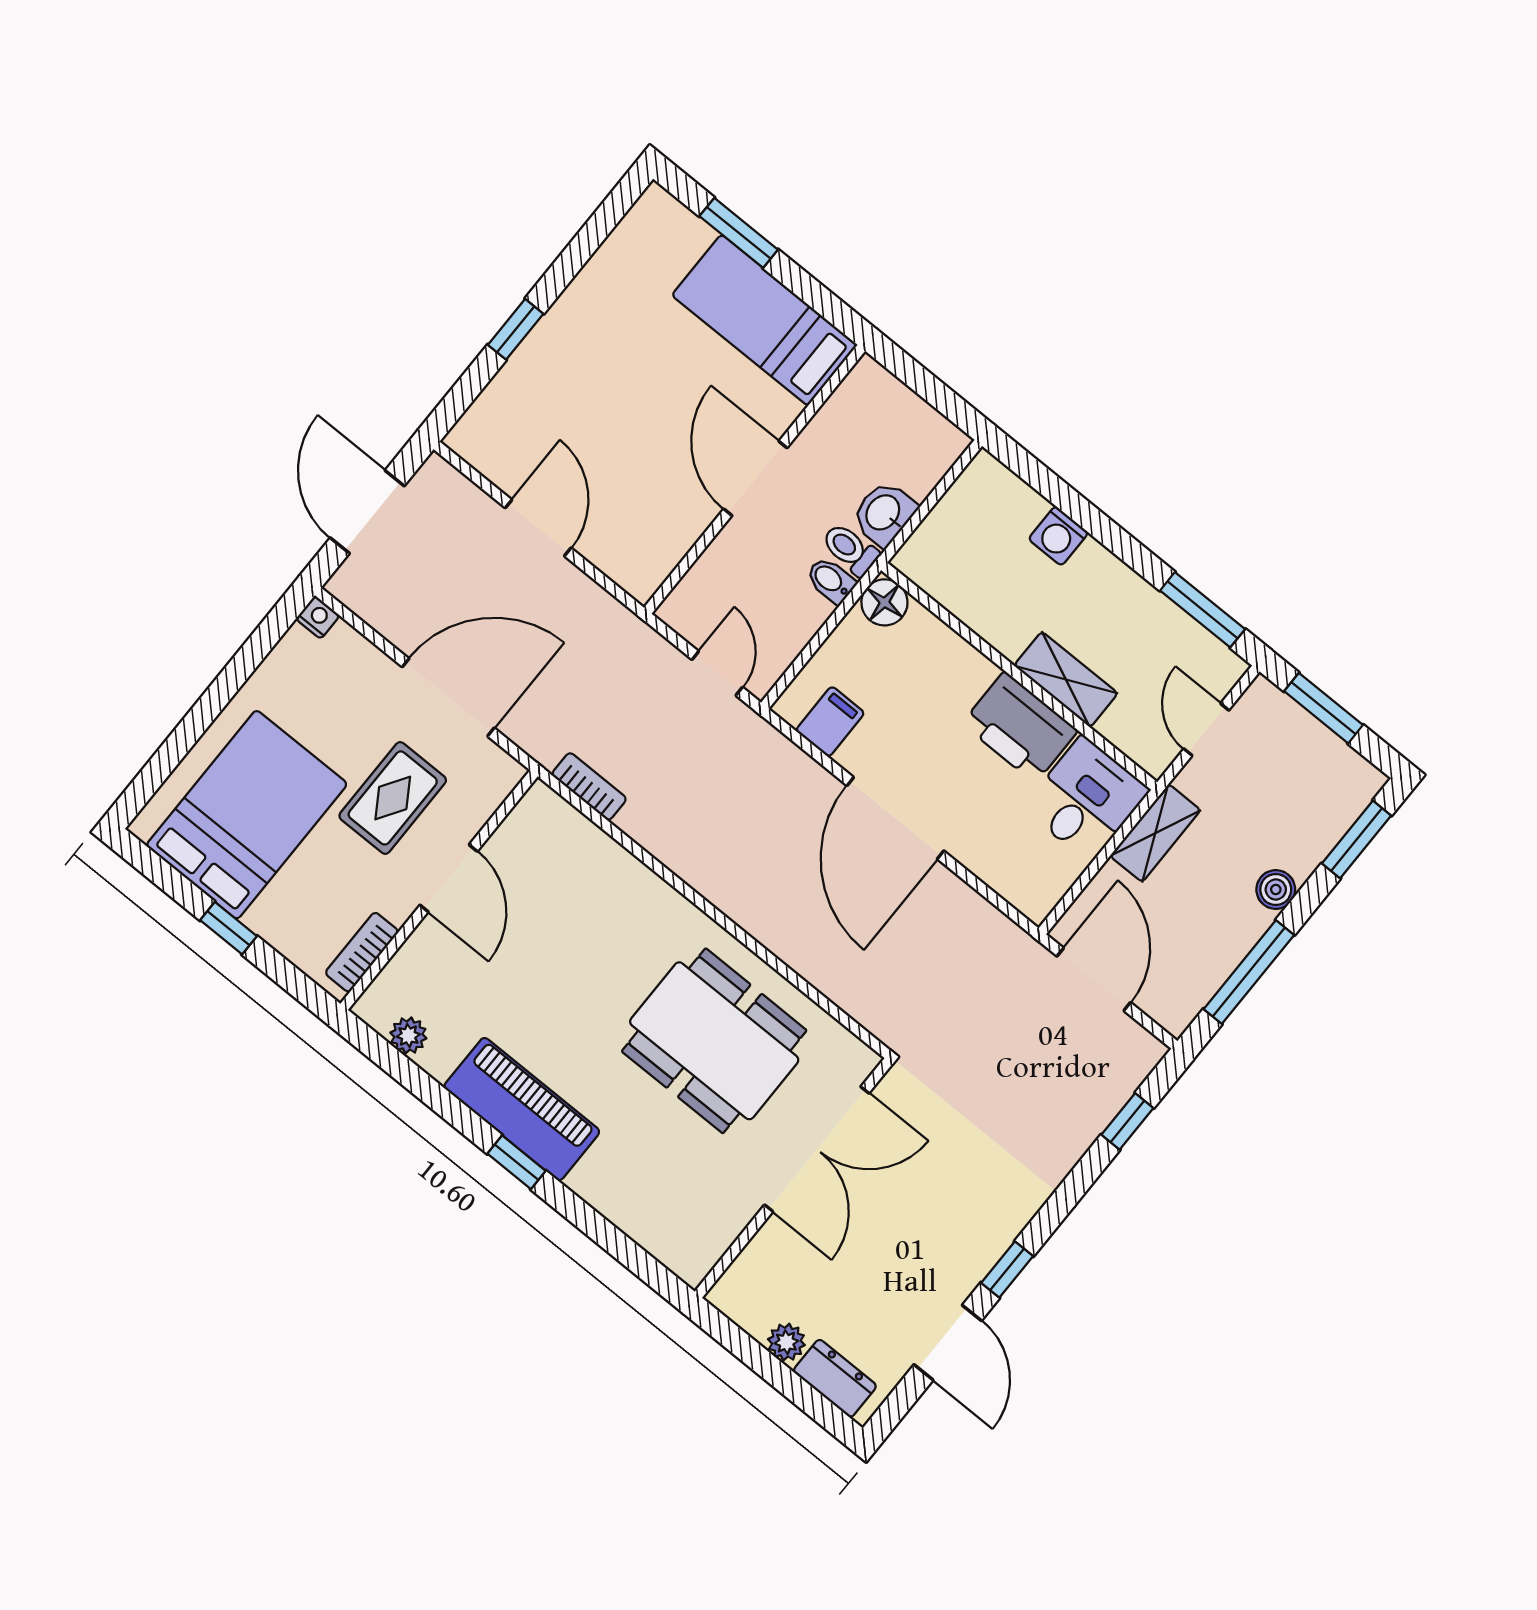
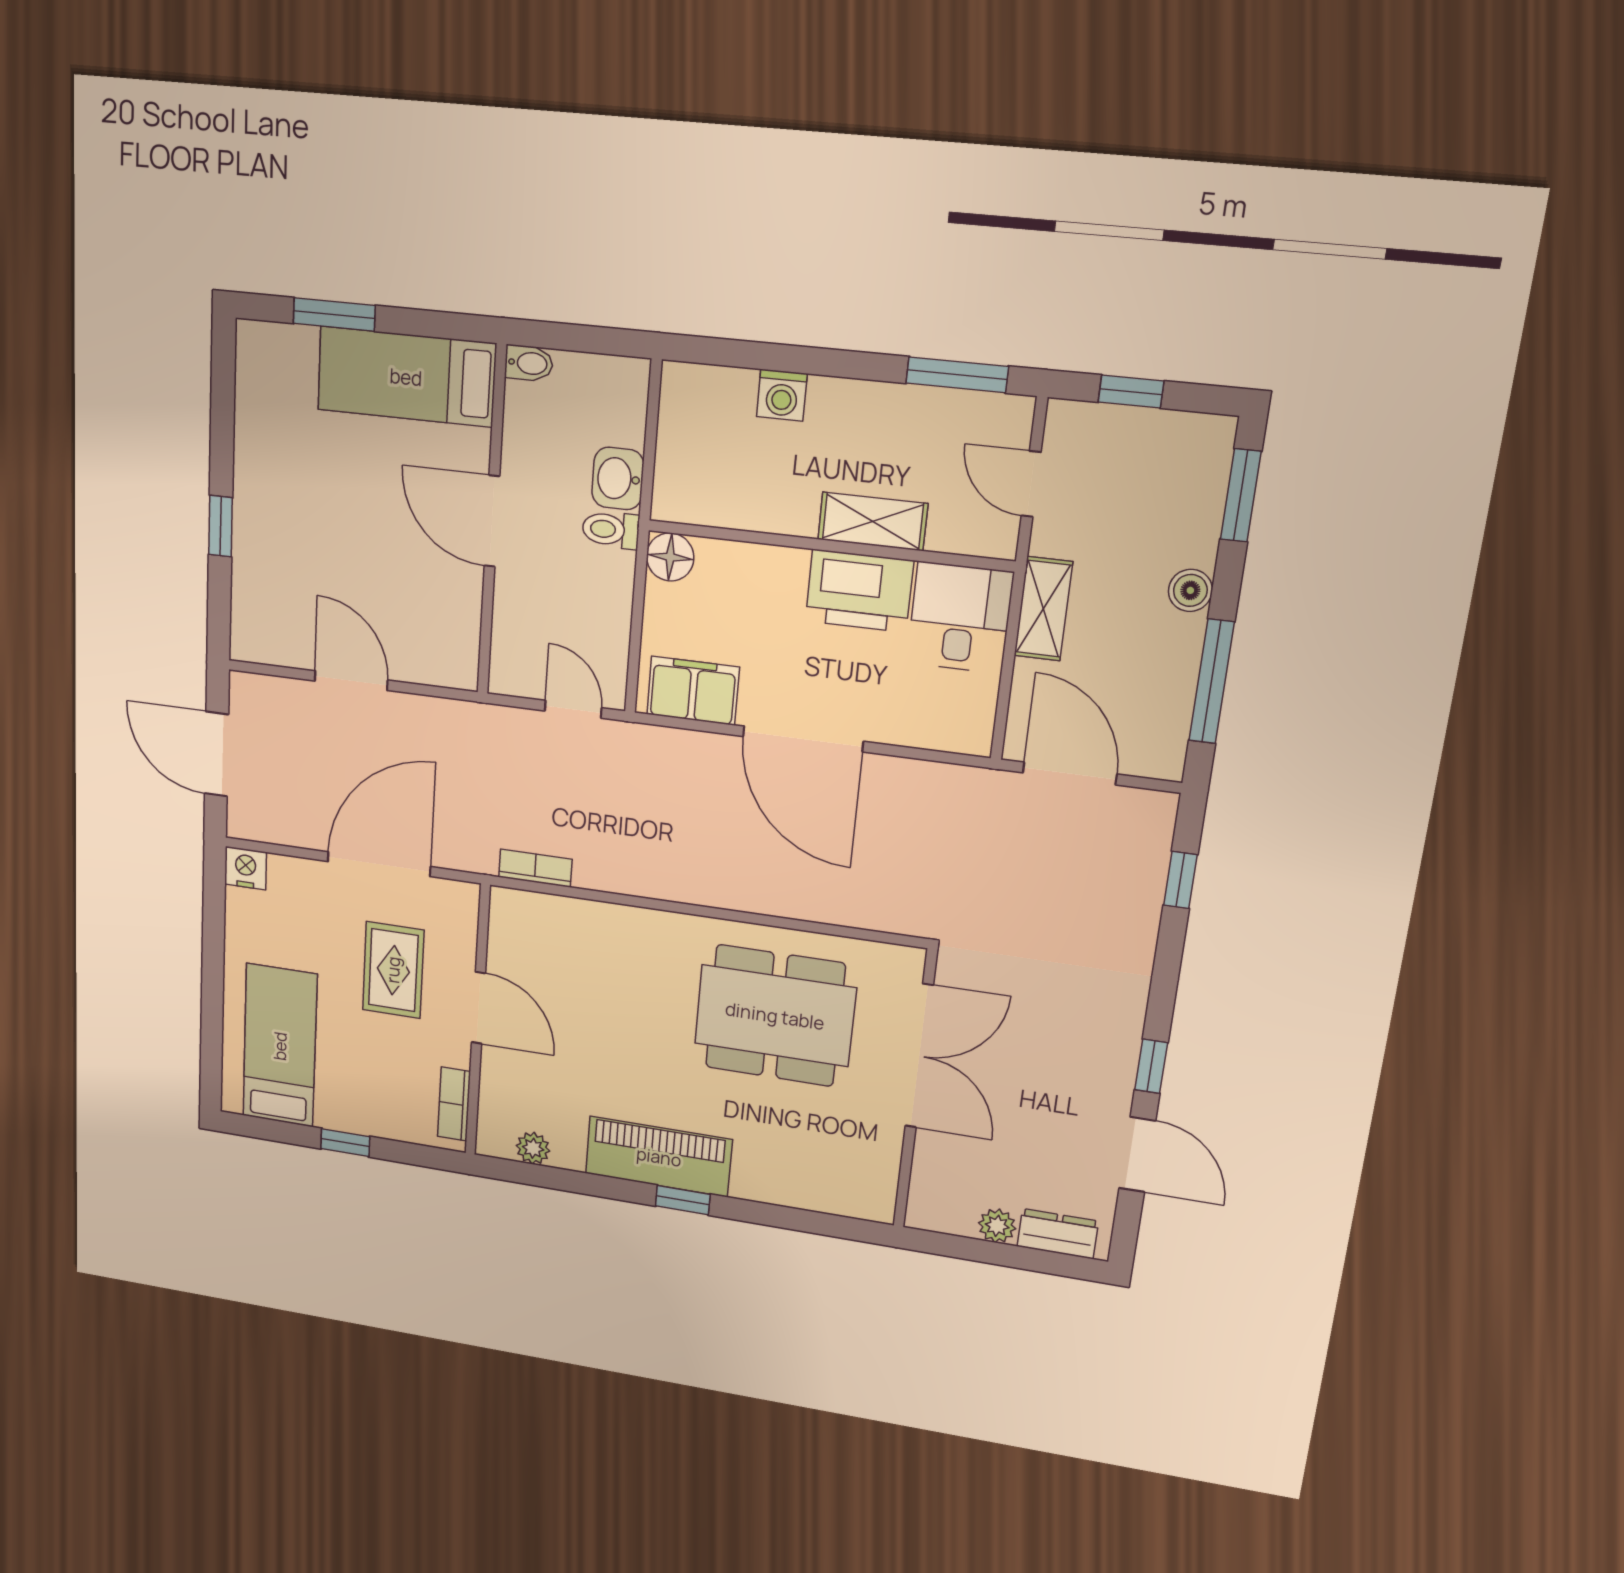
bidet: (831, 580) -> (529, 363), moved, turned 180
nightstand: (318, 617) -> (246, 868), width x1.39, depth x1.35
window: (1323, 708) -> (1131, 392), width x0.67
filing cabinet: (830, 722) -> (693, 691), width x2.00
bed: (247, 815) -> (280, 1046), width x0.67

